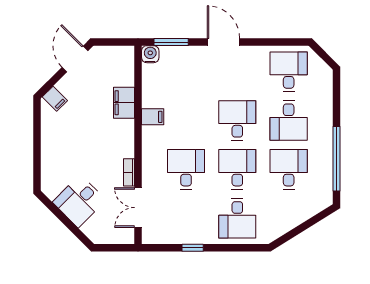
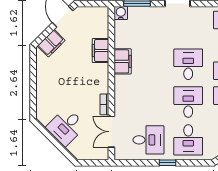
filing cabinet: (55, 99) -> (51, 43), width x2.00
filing cabinet: (153, 117) -> (123, 61), width x2.00
desk: (186, 169) -> (149, 140), moved, turned 90
window: (193, 248) -> (168, 163), moved

